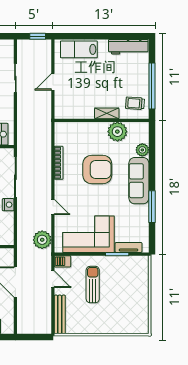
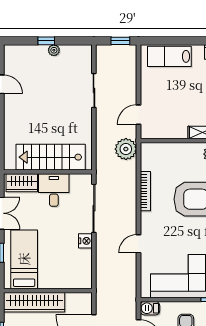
door: (53, 82) -> (138, 115), moved
door: (53, 207) -> (138, 244), swing flipped
plant: (42, 240) -> (126, 149), moved

